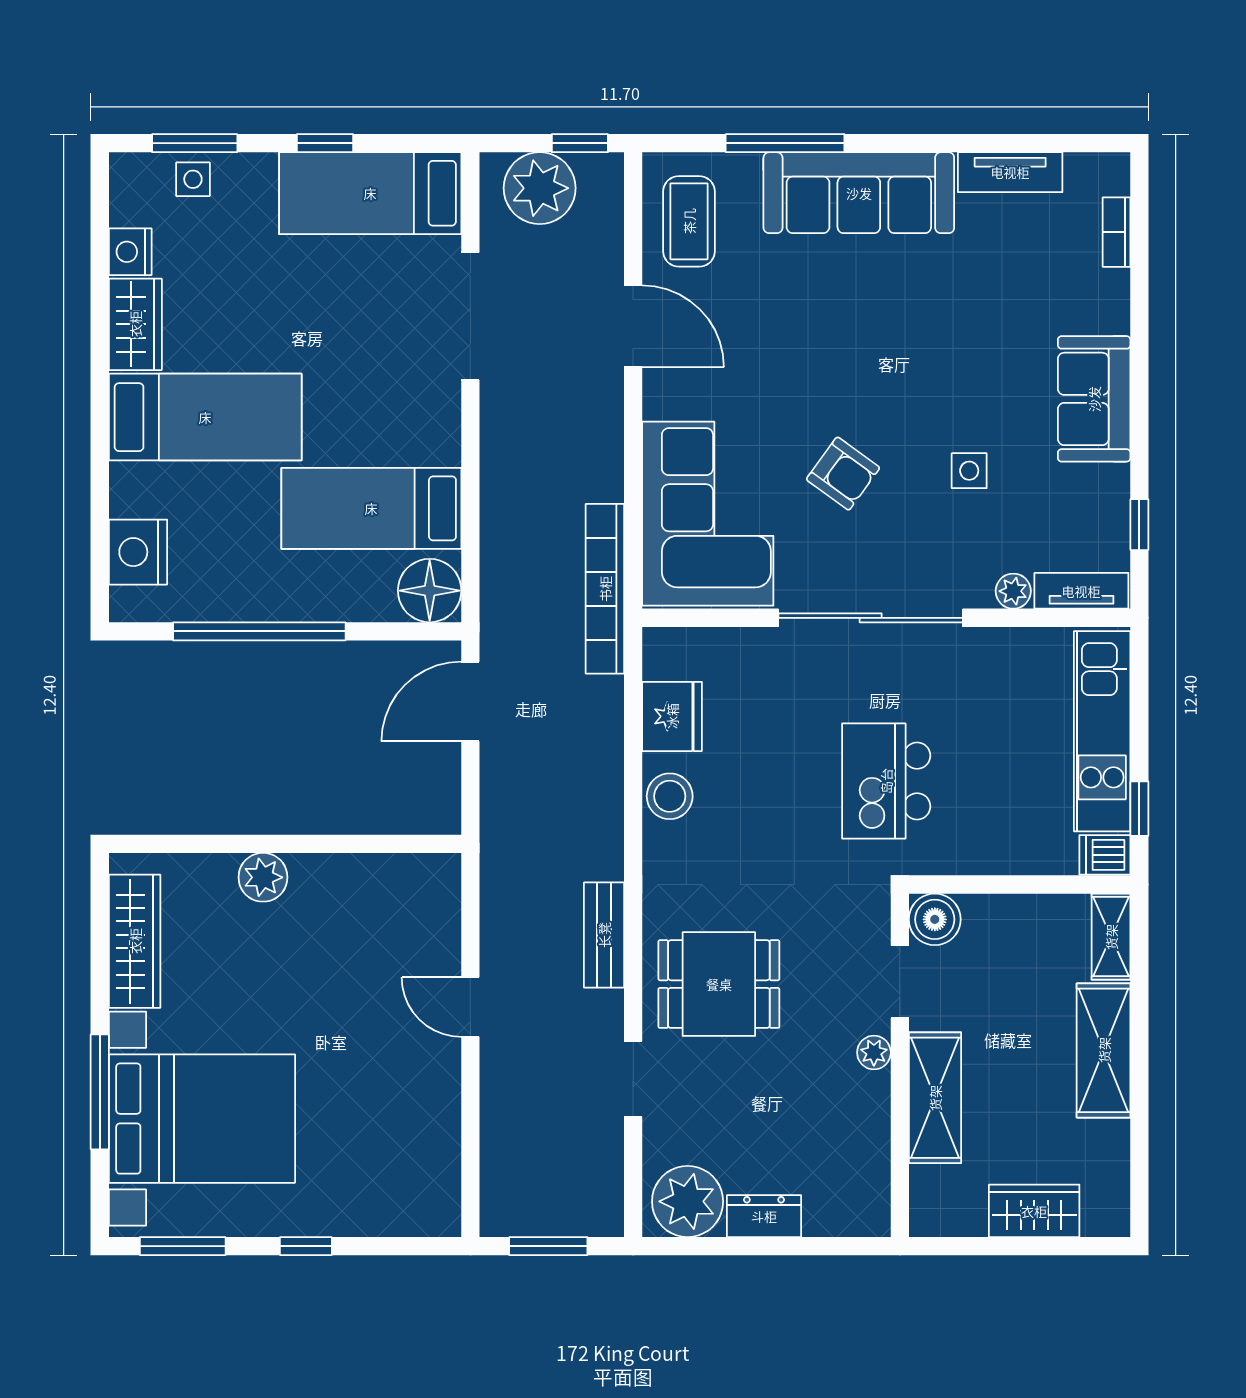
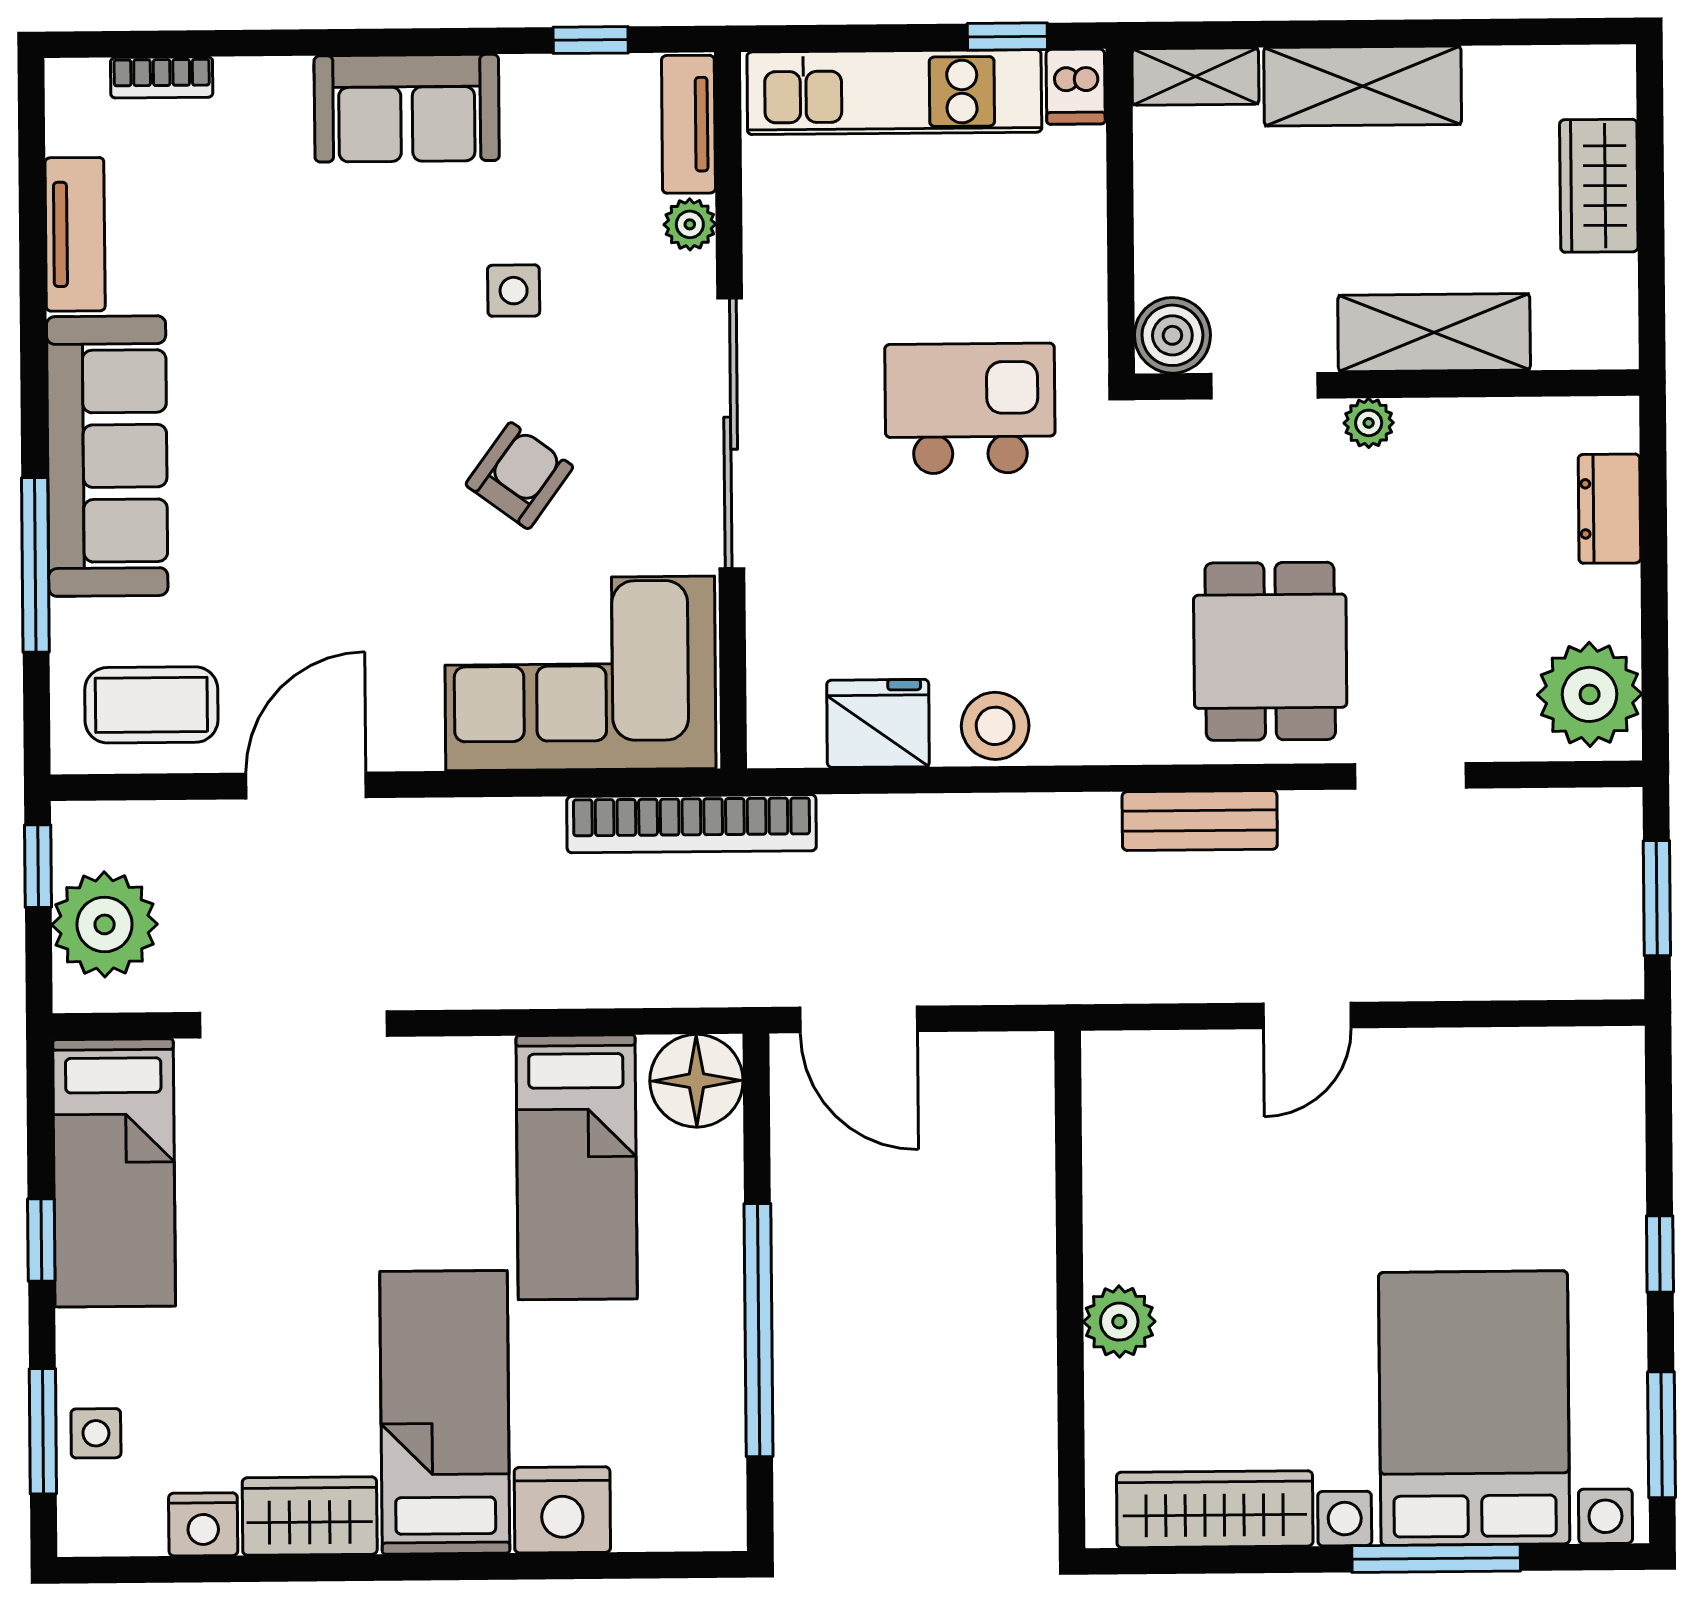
nightstand: (138, 552) -> (562, 1510), moved
kitchen island: (886, 781) -> (970, 408), turned 180
dresser: (764, 1216) -> (1609, 509), moved

